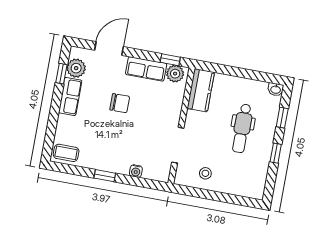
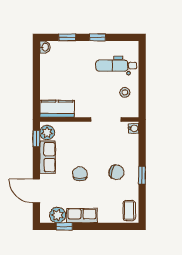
dental chair: (242, 128) -> (116, 66), moved, turned 180
chair: (114, 146) -> (116, 172), added
water cooler: (136, 171) -> (134, 128), moved

